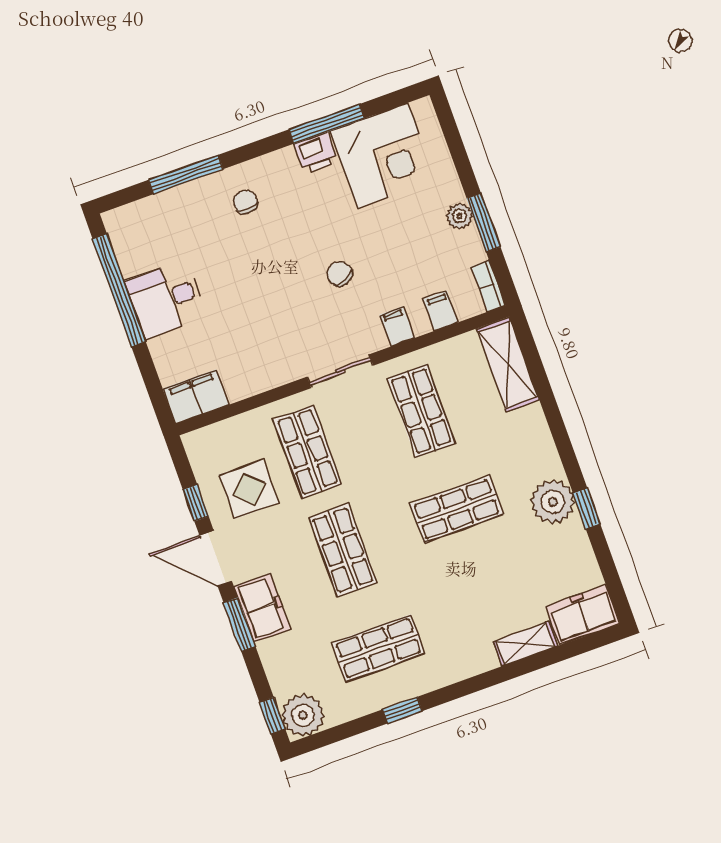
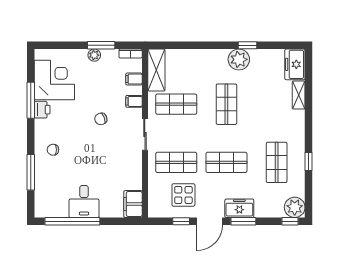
shelving: (508, 365) -> (156, 70), moved, turned 90

